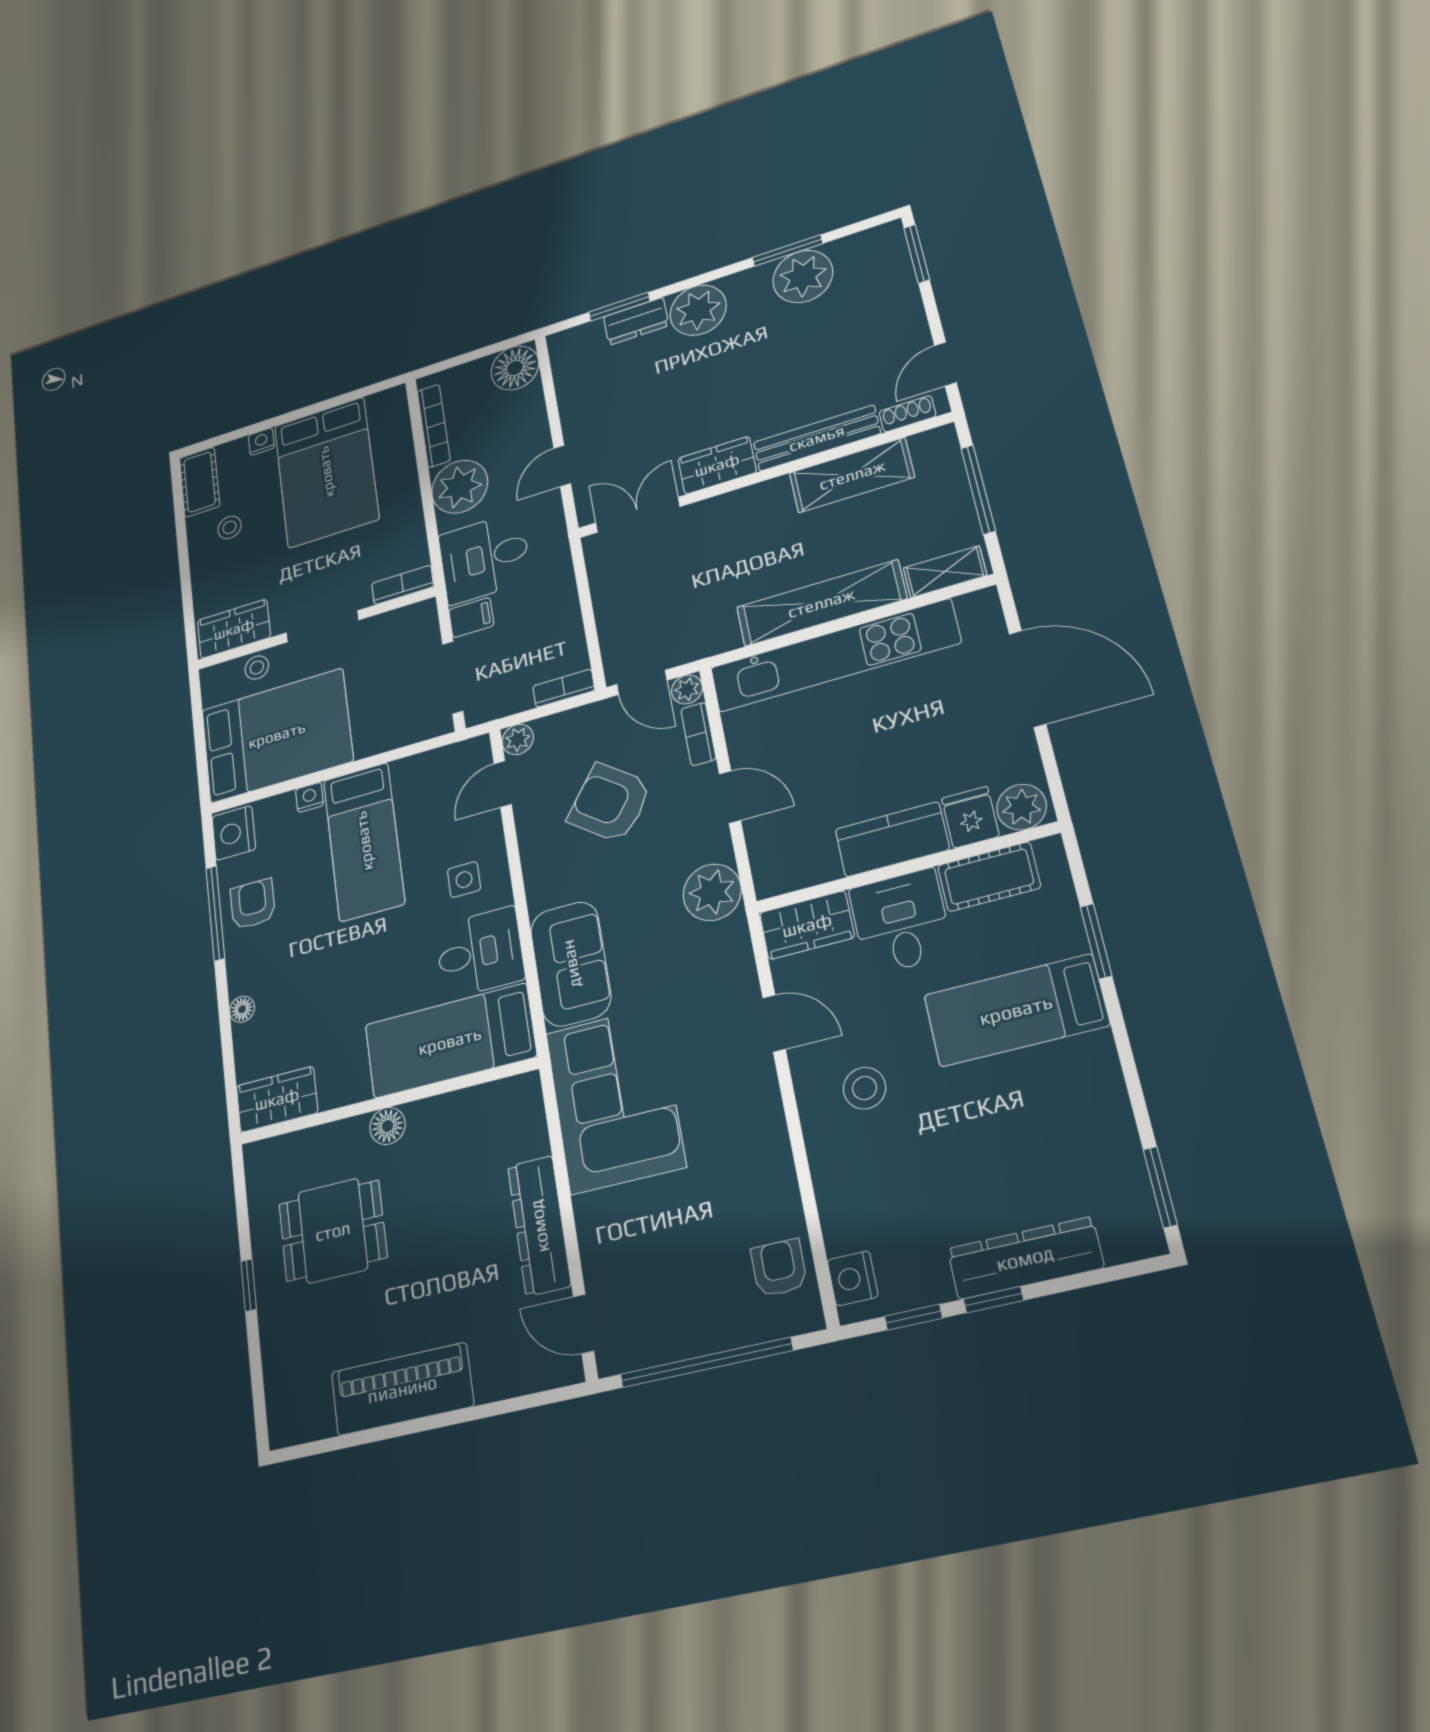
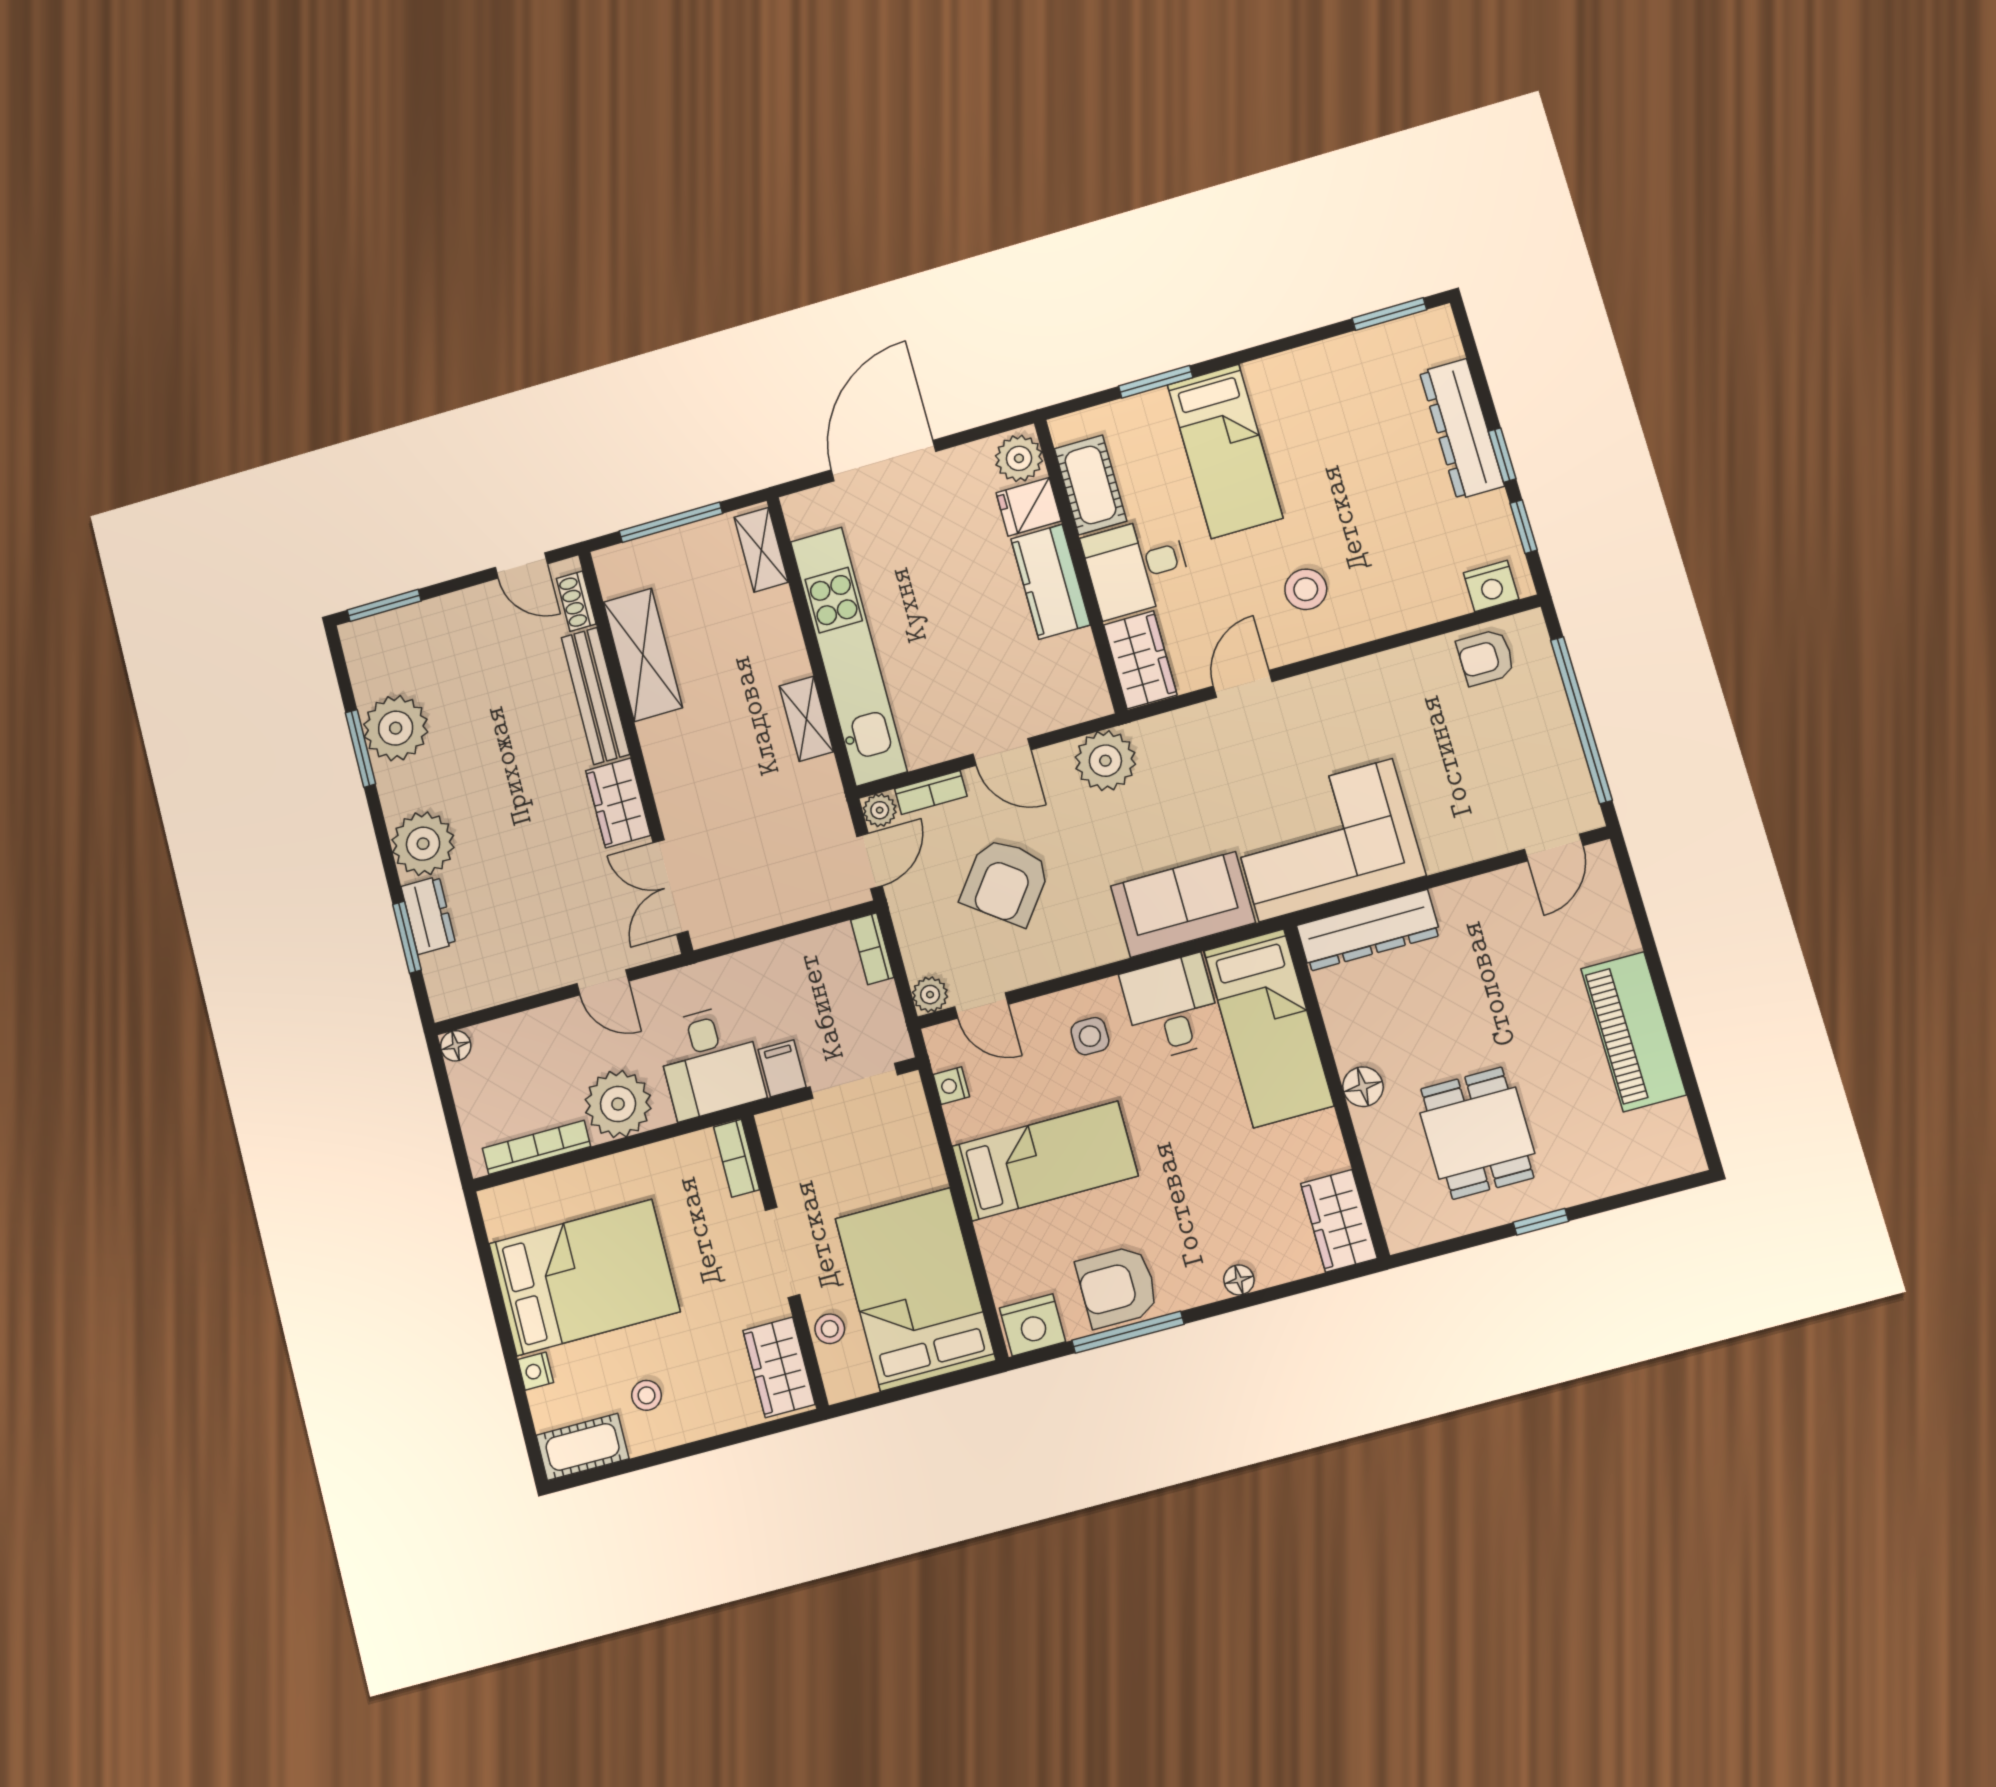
floor lamp: (515, 368) -> (456, 1046), width x0.53, depth x0.53
shelving: (821, 603) -> (806, 719), width x0.45, depth x0.75
nightstand: (309, 797) -> (951, 1086), moved
door: (730, 797) -> (1002, 752), swing flipped
armchair: (253, 904) -> (1117, 1287), width x1.38, depth x1.38
dresser: (539, 1226) -> (1368, 930), moved

